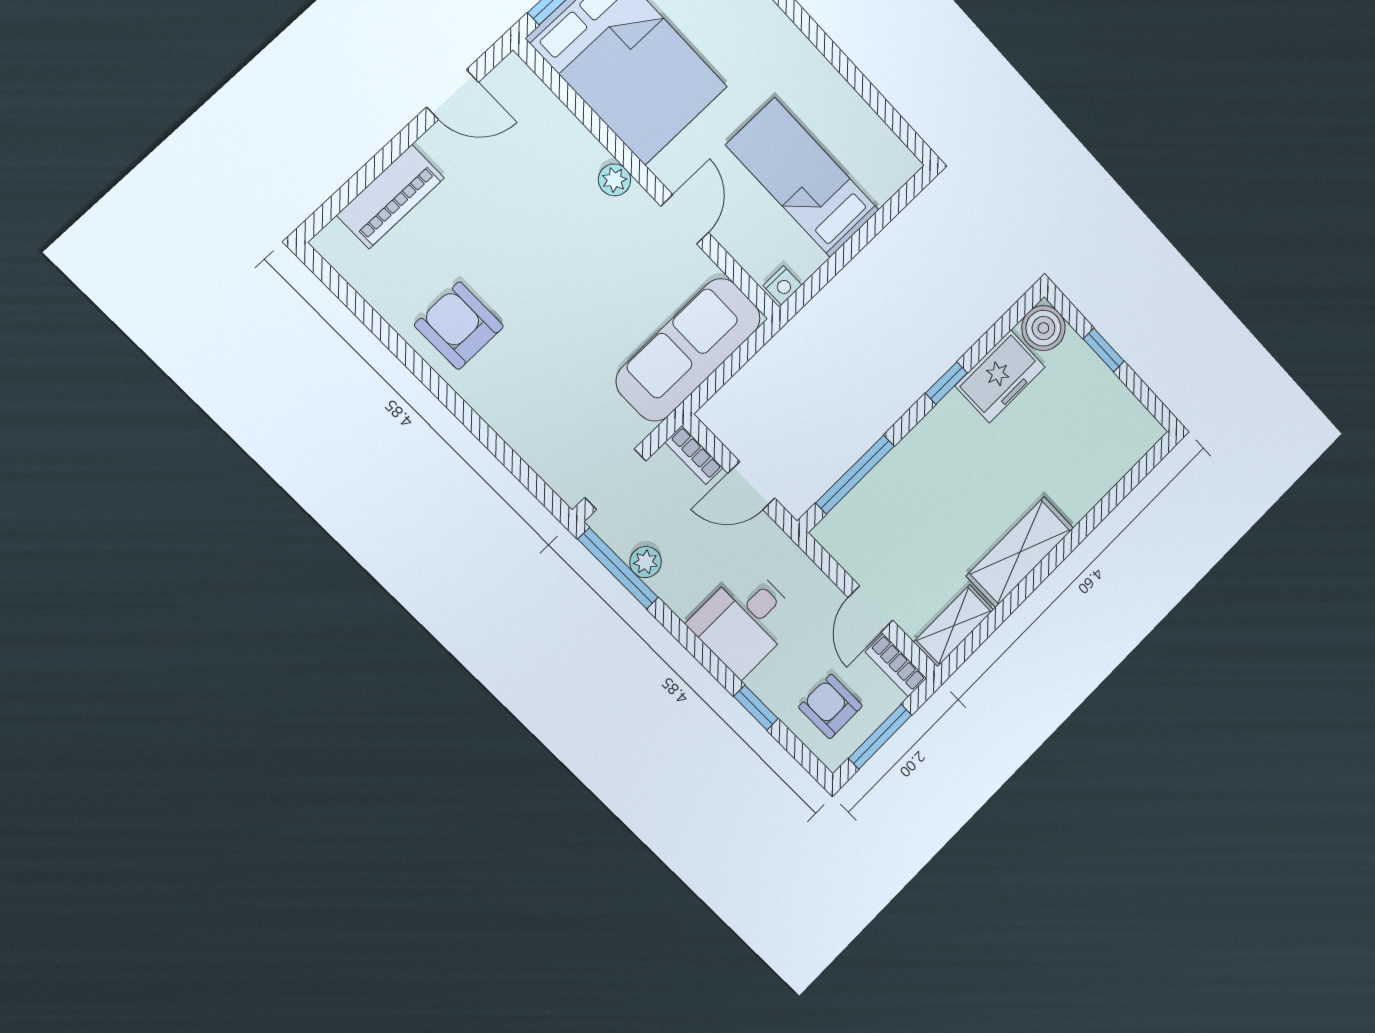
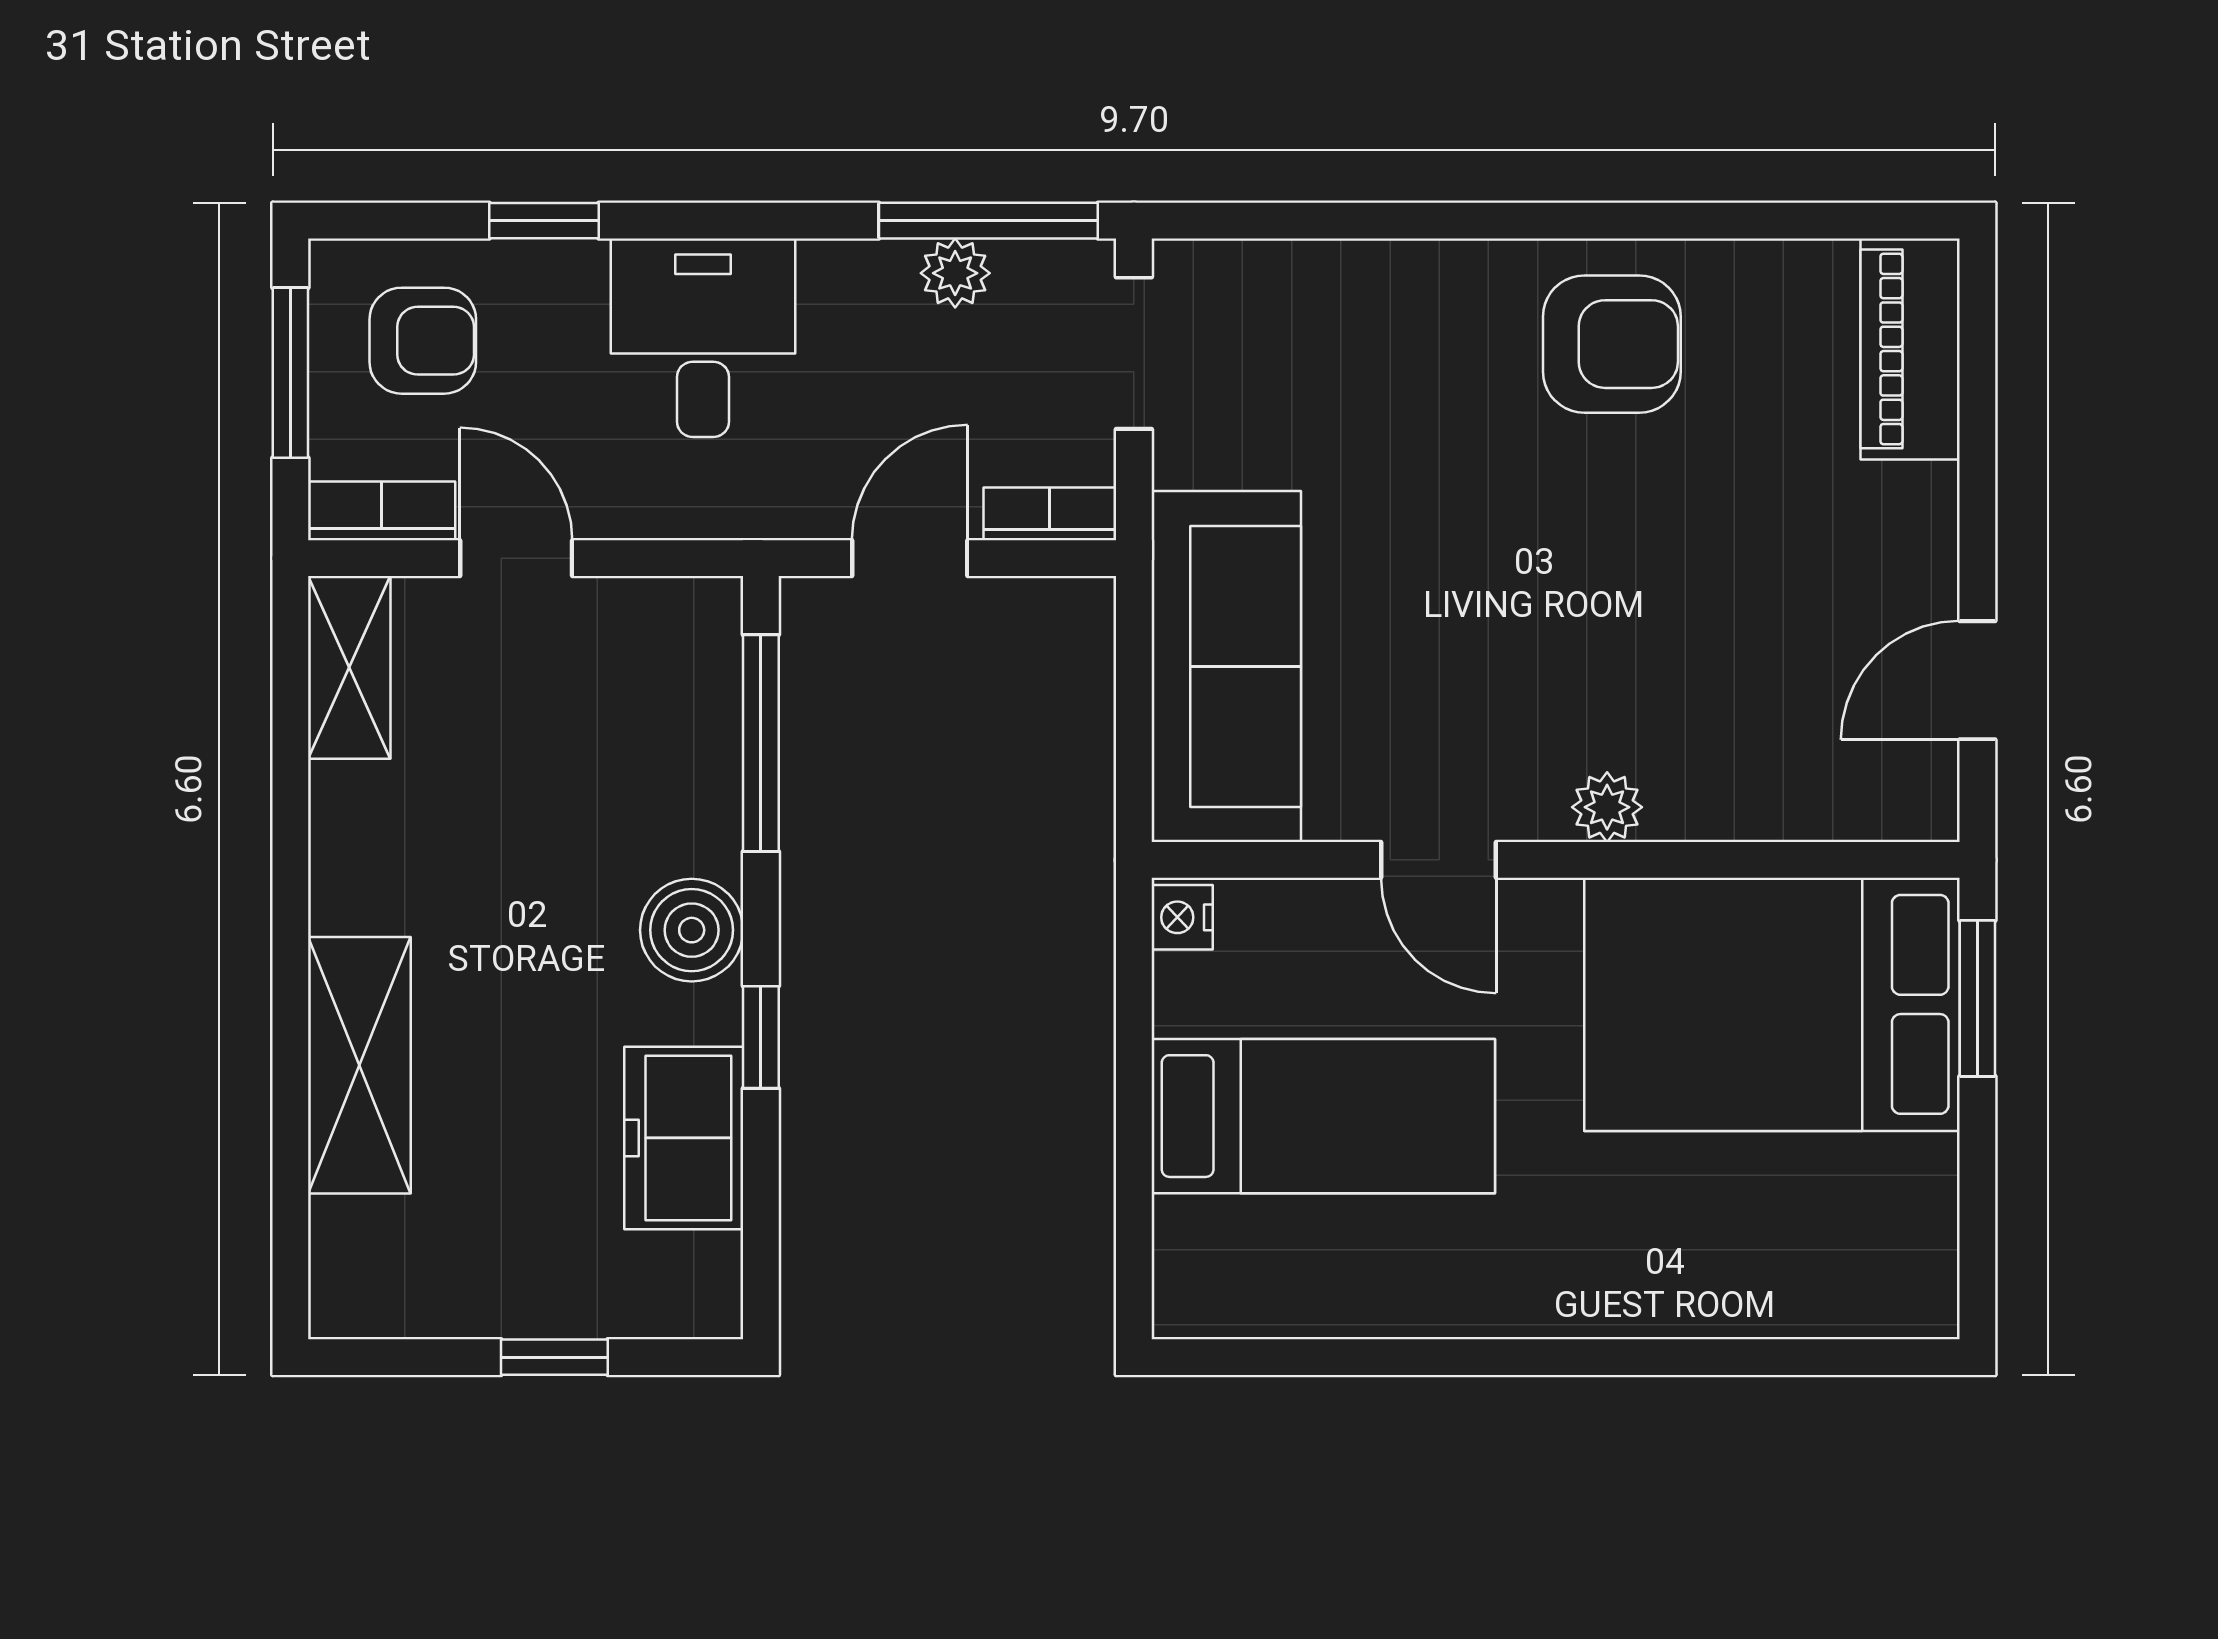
piano: (391, 197) -> (1910, 349), moved
boiler: (1043, 328) -> (692, 930), moved
shelving: (1020, 552) -> (359, 1065), moved

